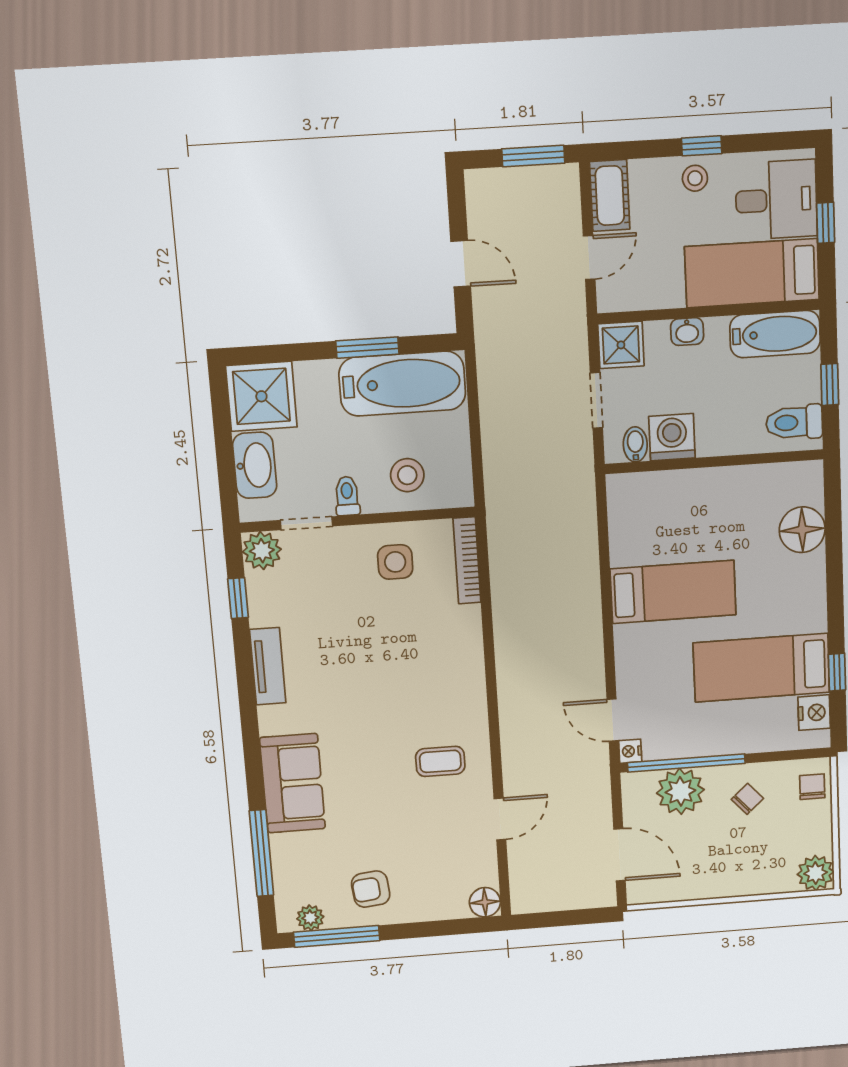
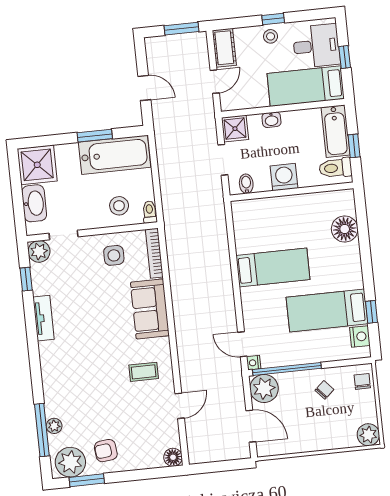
bathtub: (775, 334) -> (336, 131), moved, turned 90
washing machine: (672, 437) -> (284, 177), moved
toilet: (347, 496) -> (150, 212), moved
sofa: (293, 783) -> (150, 309), moved, turned 180
plant: (680, 791) -> (264, 388), moved
plant: (283, 847) -> (54, 426), added
plant: (310, 918) -> (70, 462), width x1.88, depth x1.88
window: (337, 936) -> (87, 480), width x0.69

